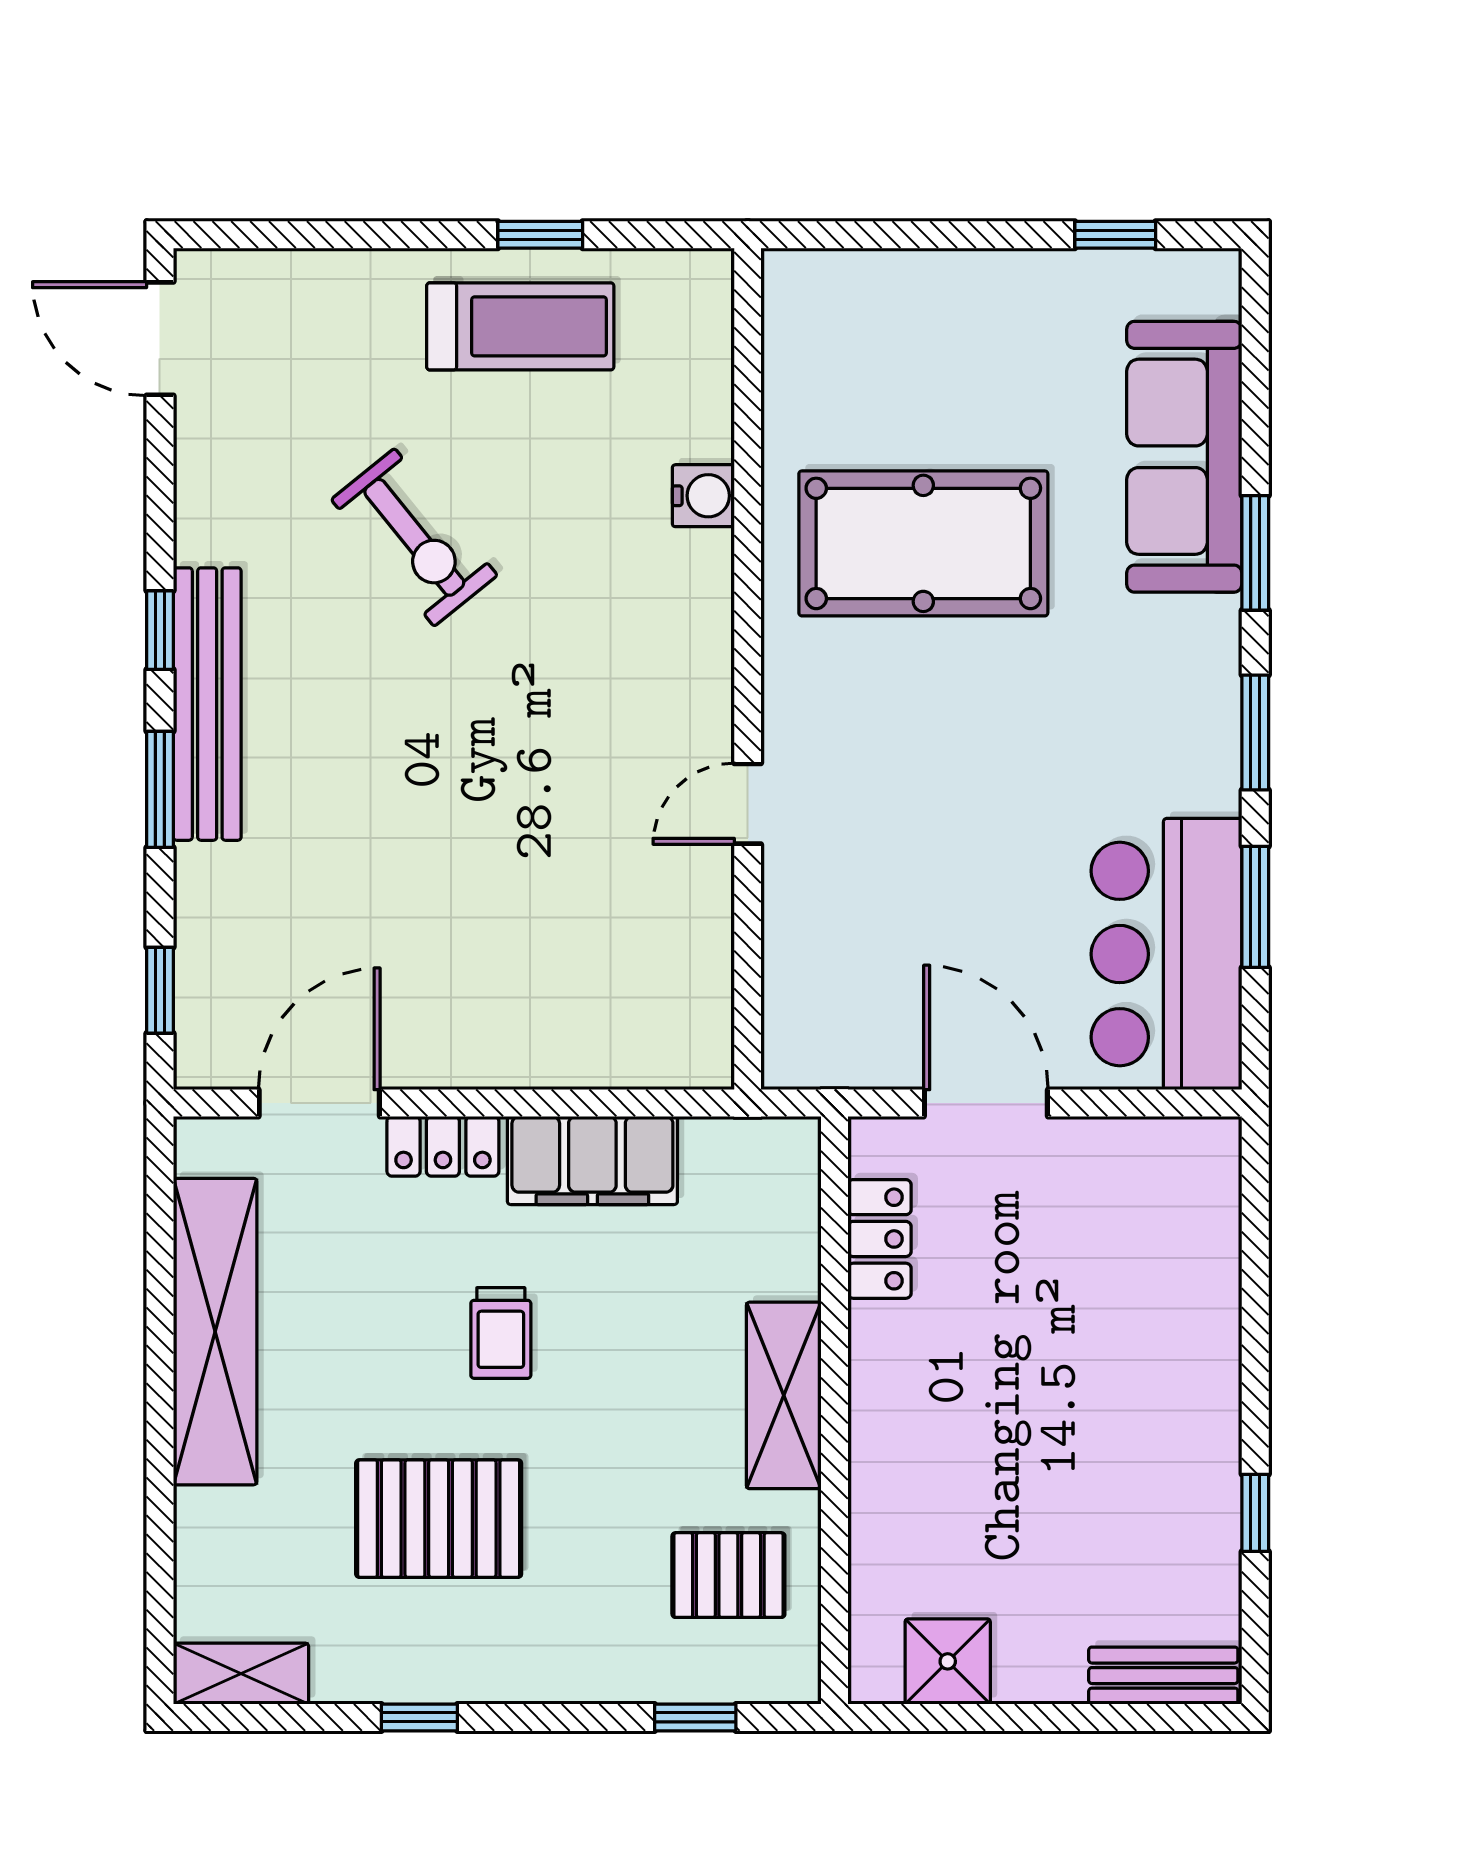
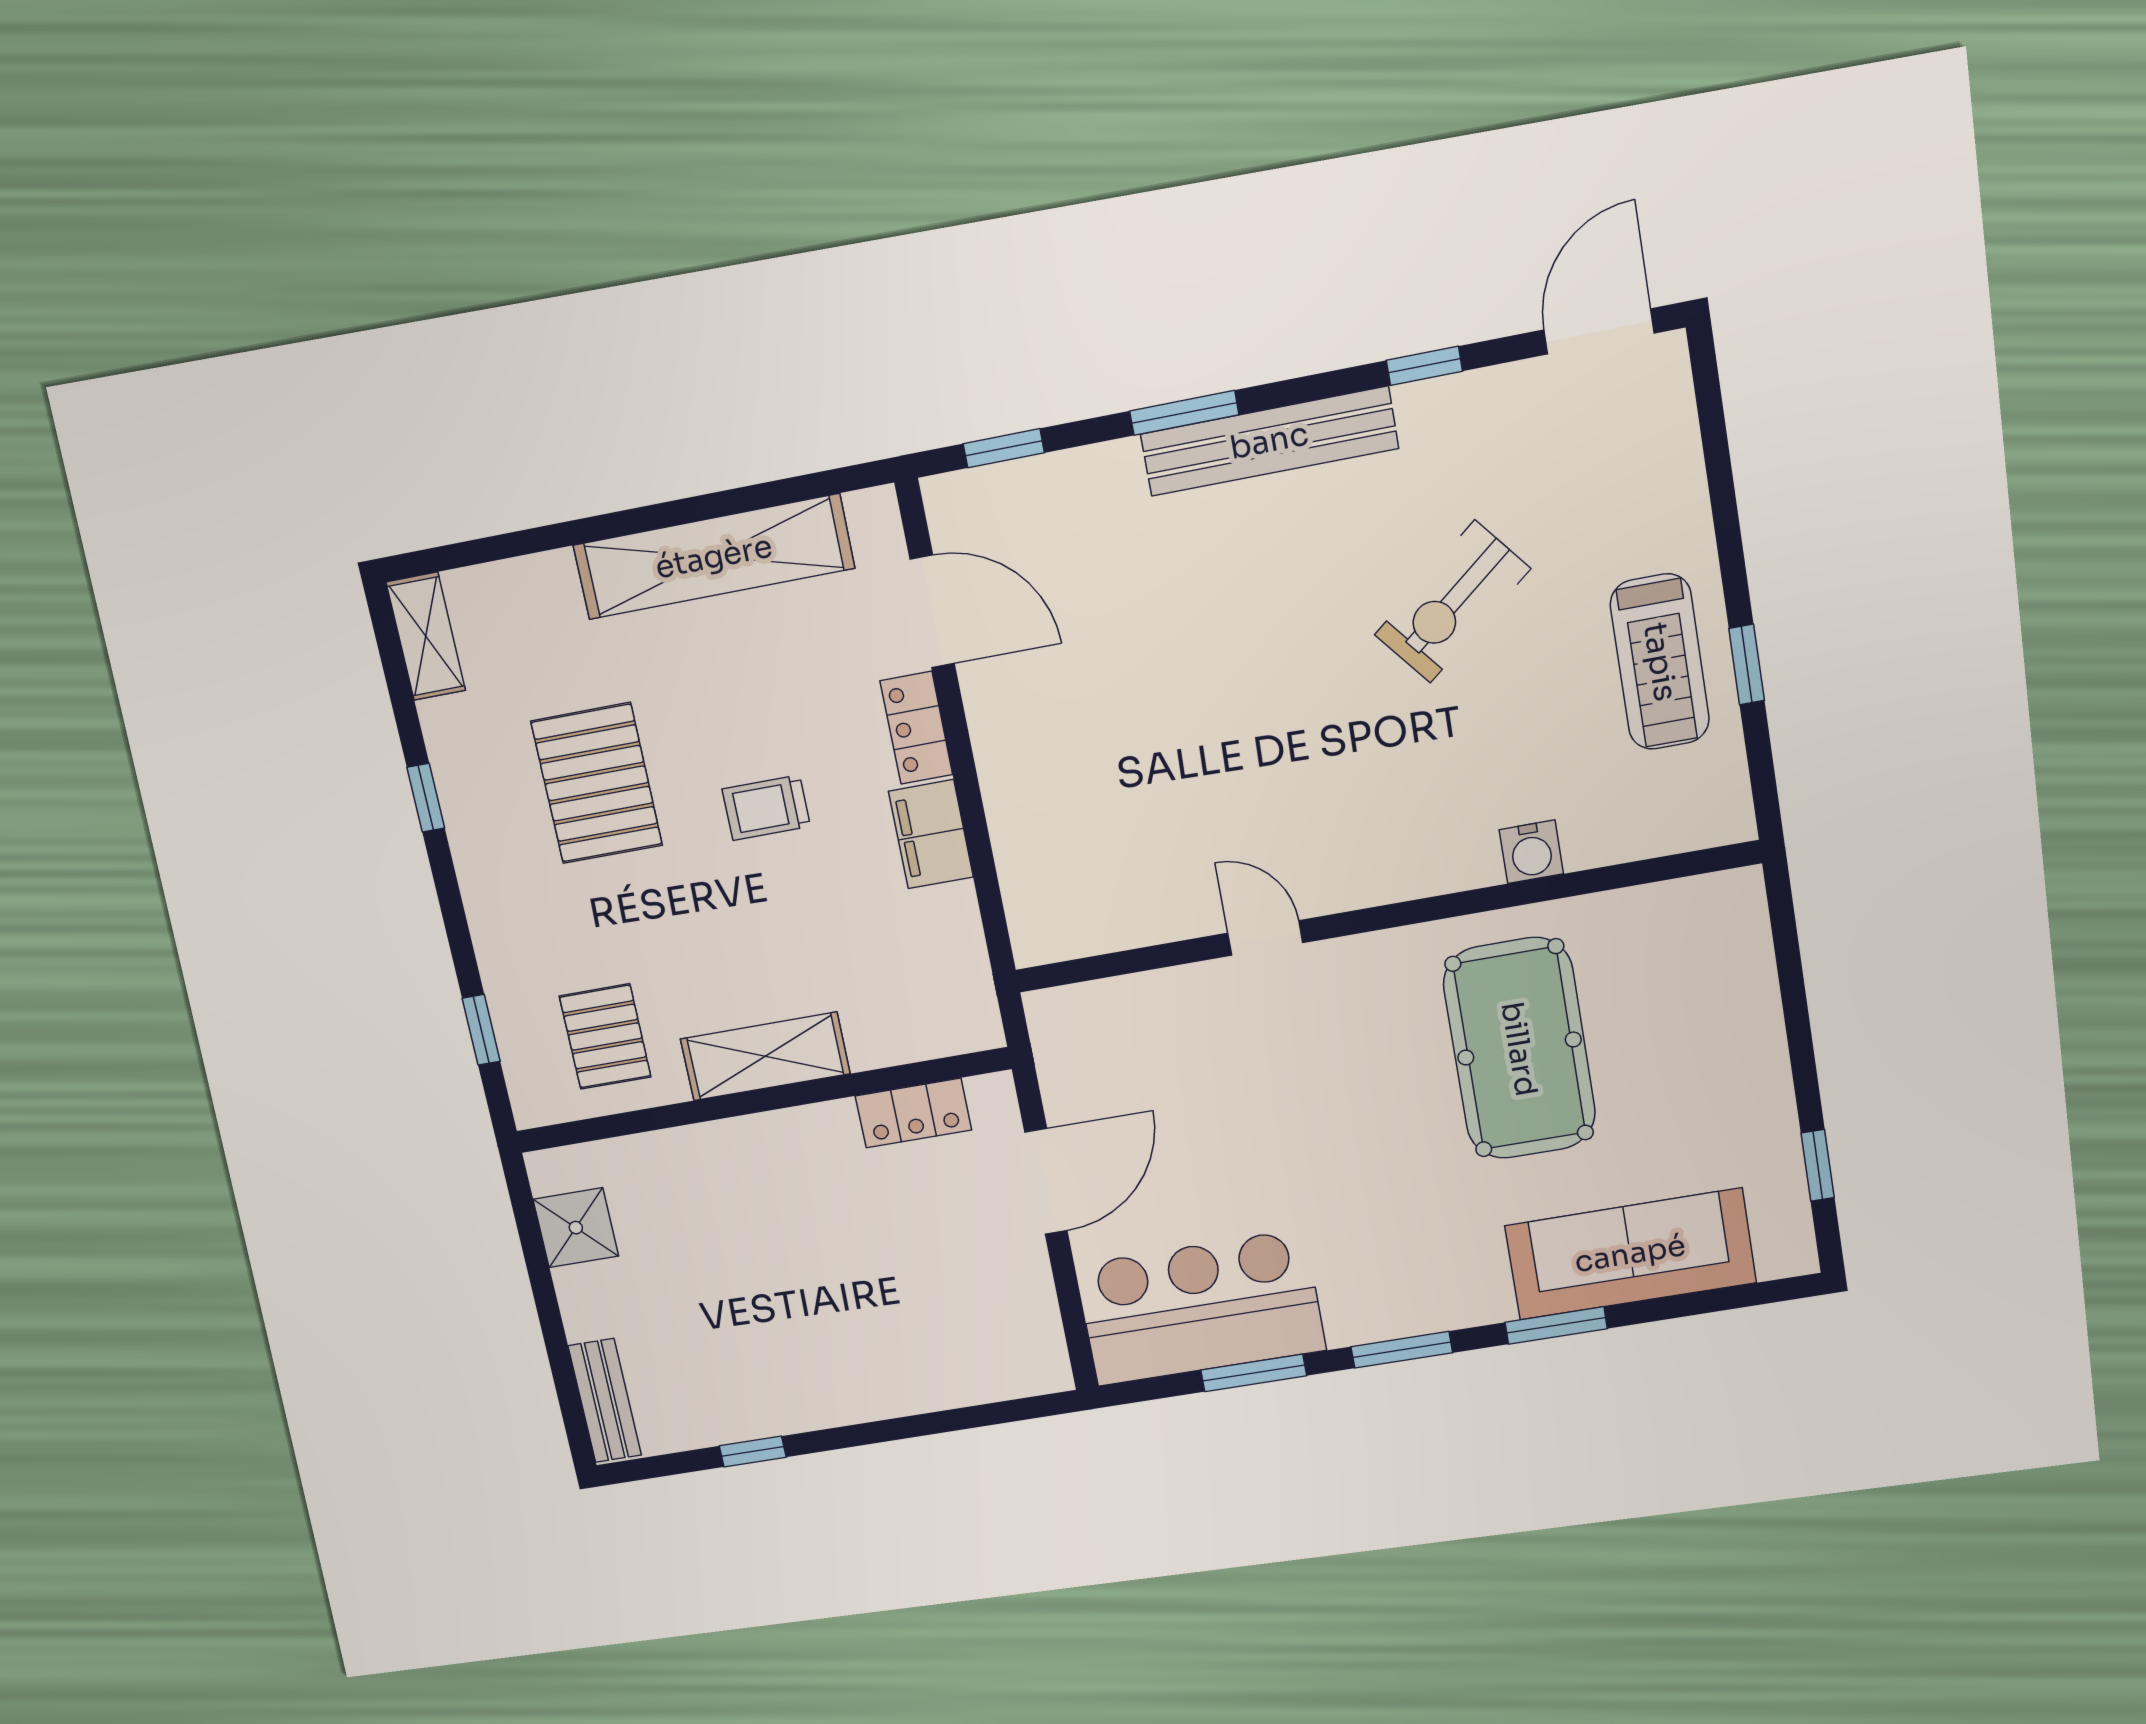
window: (160, 630) -> (1424, 366), moved
filing cabinet: (592, 1160) -> (931, 834), width x0.67, depth x0.86

